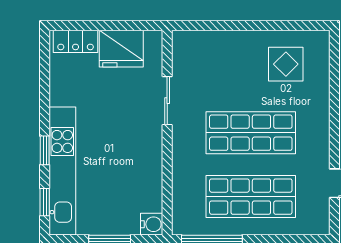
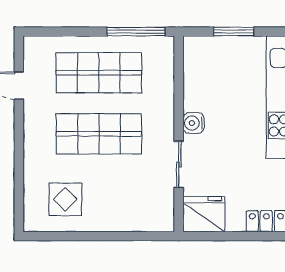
fridge: (121, 49) -> (204, 214), moved
water cooler: (152, 224) -> (194, 123), moved

